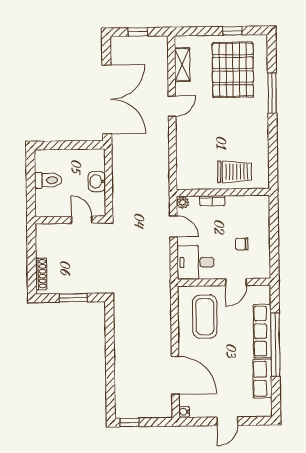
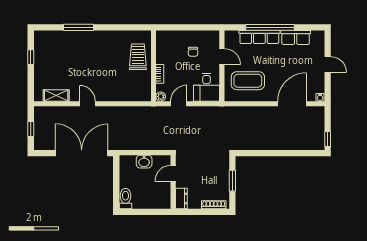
pallet: (233, 70) -> (60, 57), removed
toilet: (48, 180) -> (126, 199), moved
dresser: (49, 231) -> (181, 198), added

